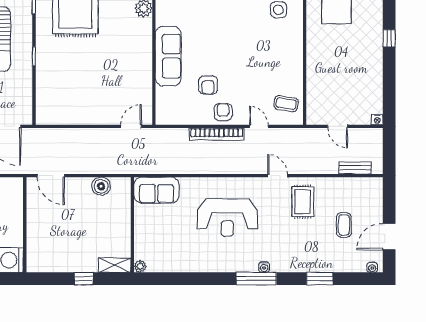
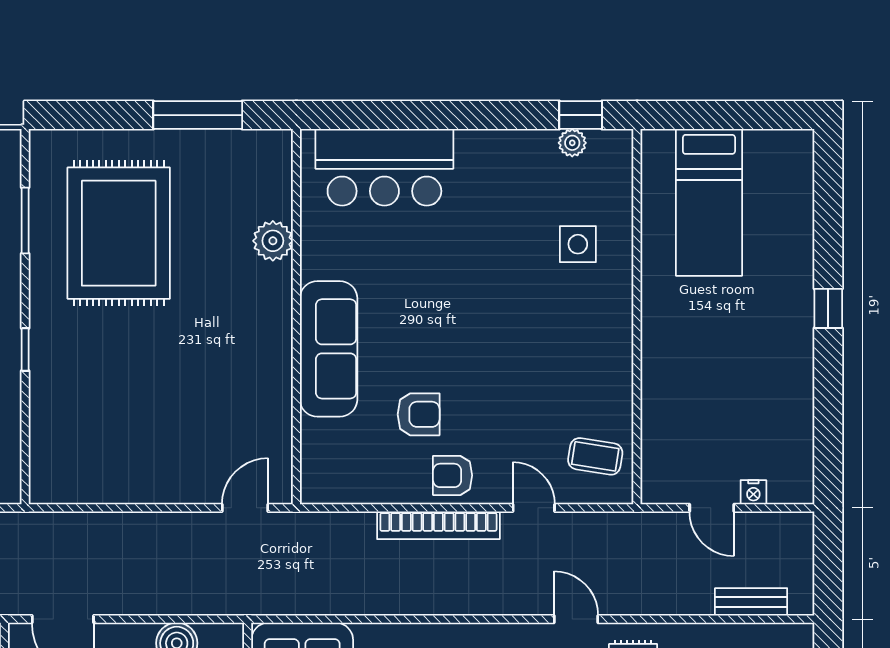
armchair: (208, 85) -> (419, 414), turned -90
armchair: (223, 112) -> (453, 475), turned -90
nightstand: (377, 119) -> (753, 492), moved

